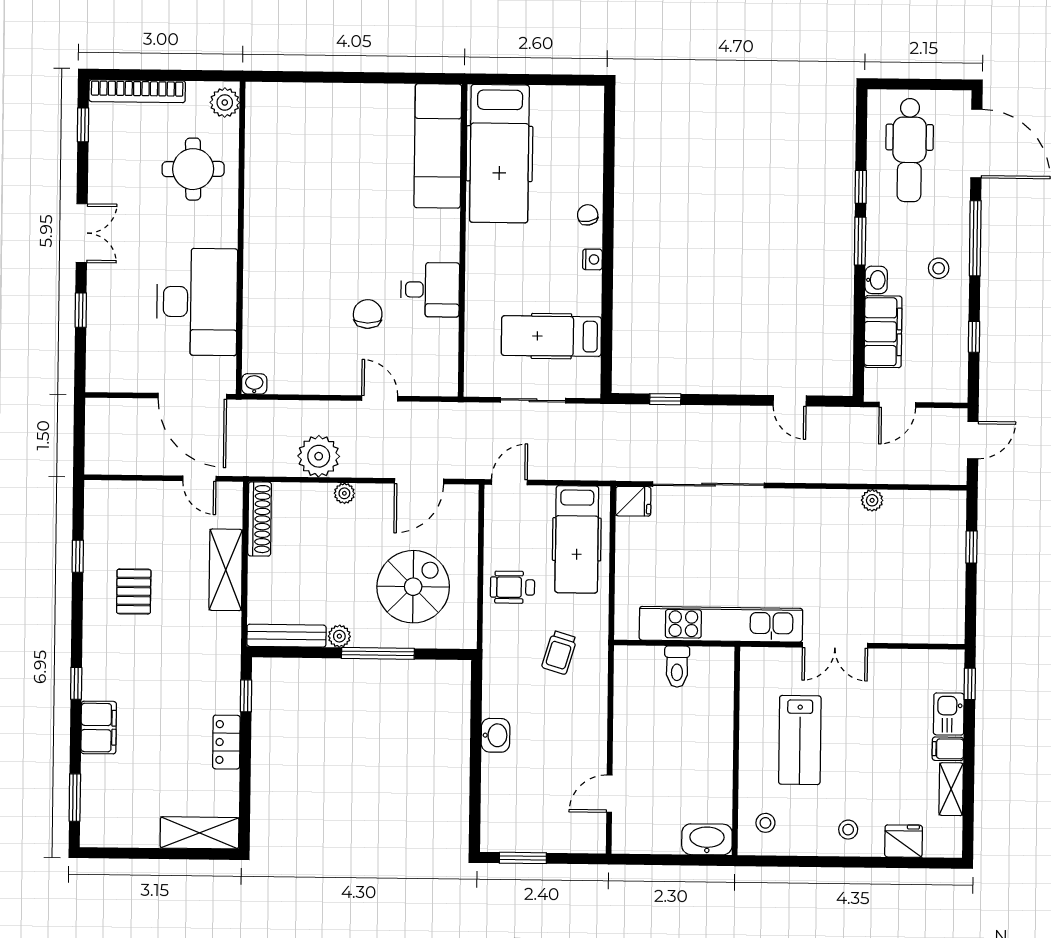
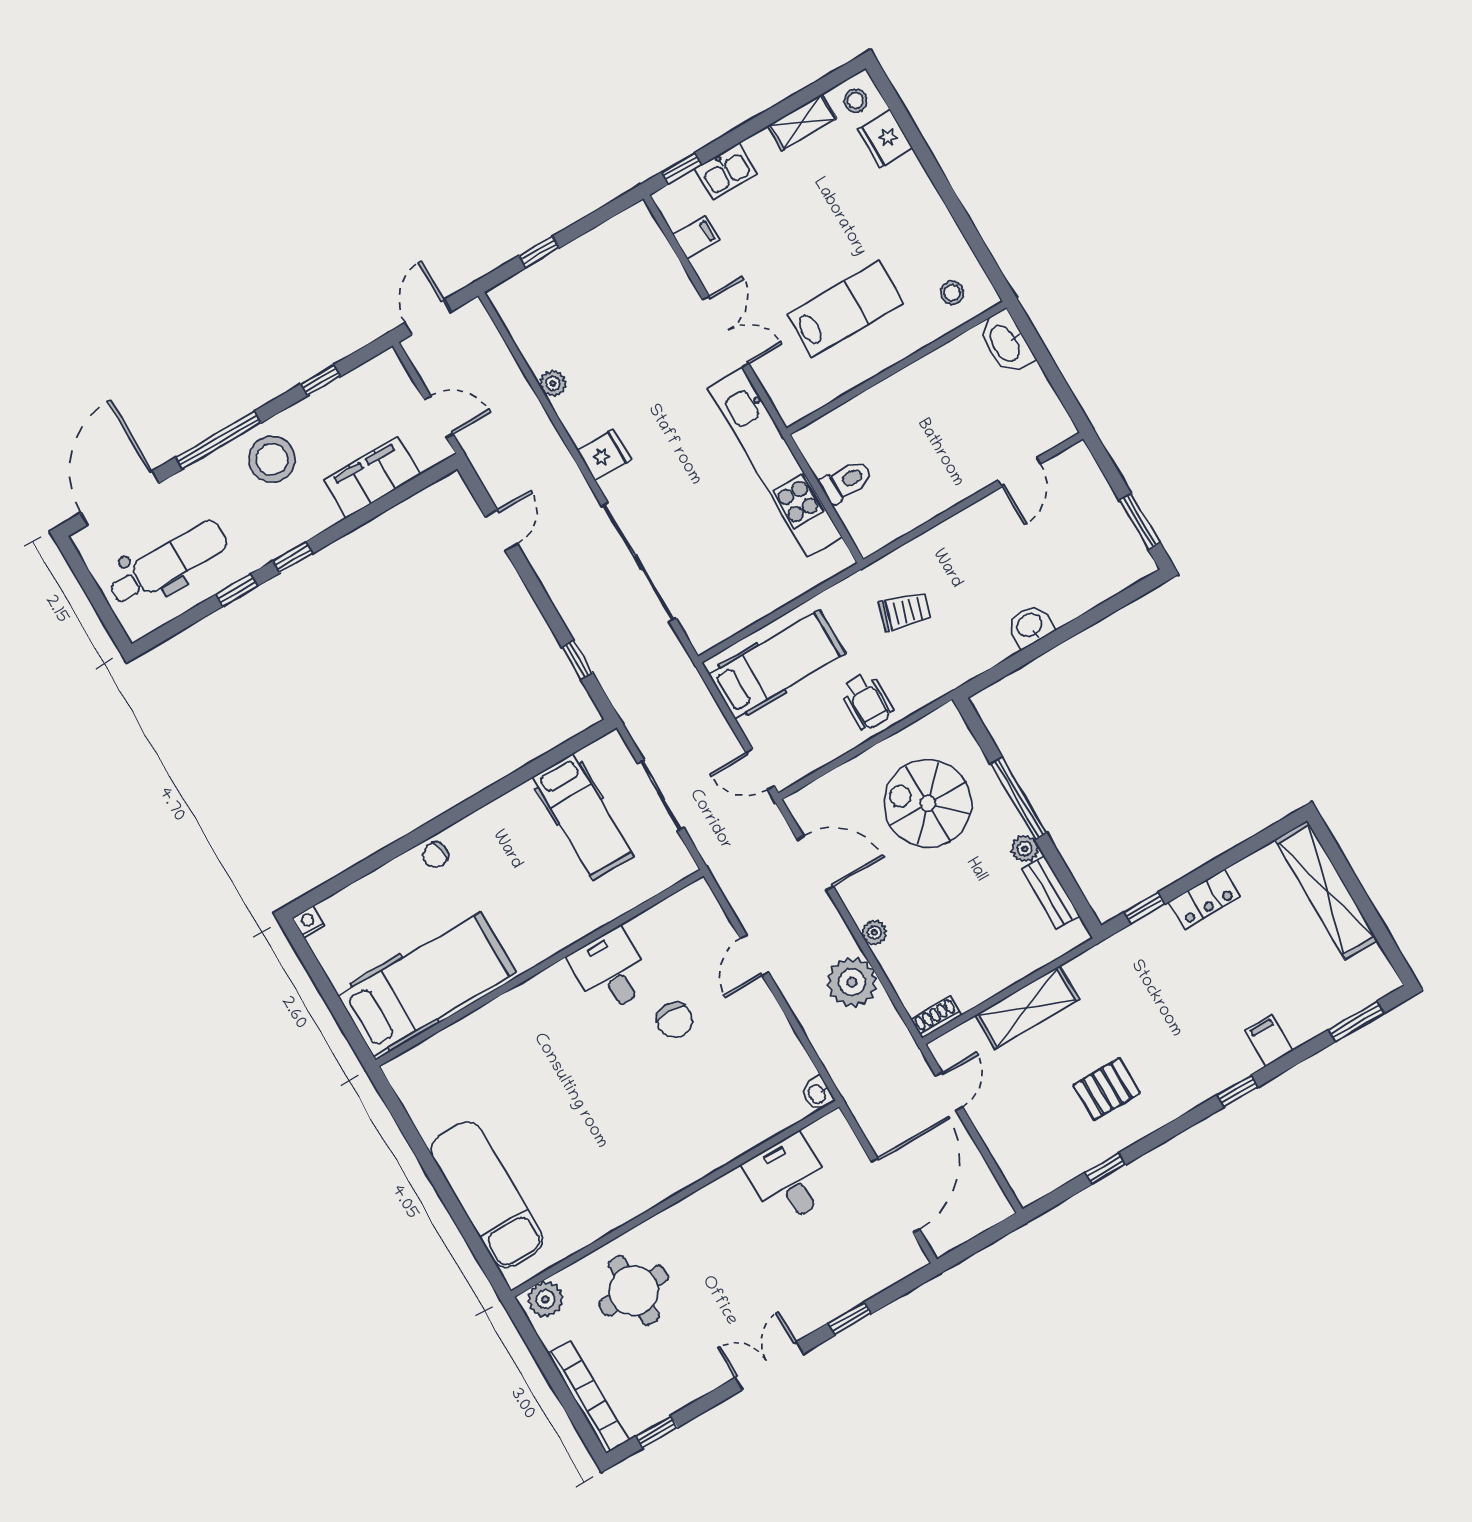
exam couch: (438, 146) -> (487, 1195), moved, turned -90
window: (860, 241) -> (293, 557), width x0.67
nightstand: (592, 259) -> (309, 922), moved
stool: (939, 268) -> (272, 459), width x1.89, depth x1.89
washbasin: (876, 280) -> (323, 517), removed
desk: (197, 302) -> (789, 1179), width x0.53, depth x0.77
chair: (368, 314) -> (675, 1020), turned -90
door: (192, 396) -> (895, 1195), moved
door: (973, 440) -> (428, 317), hinge flipped
fridge: (633, 501) -> (604, 455), moved, turned 90
shoe rack: (260, 519) -> (936, 1017), width x0.51, depth x0.81
bench: (286, 636) -> (1051, 893), width x0.73
filing cabinet: (99, 728) -> (1269, 1040), width x0.50
filing cabinet: (948, 749) -> (696, 238), moved, turned -90
door: (609, 794) -> (1019, 472), hinge flipped
stool: (848, 830) -> (855, 101), moved
shelving: (199, 833) -> (1326, 890), width x1.47

